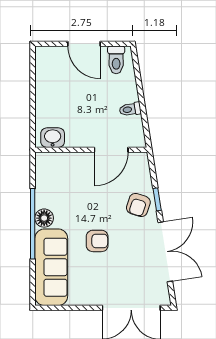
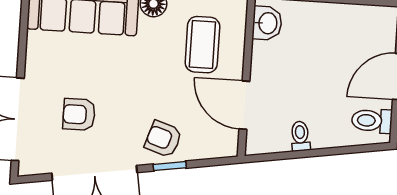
coffee table: (71, 182) -> (202, 45), added
armchair: (97, 241) -> (79, 114), moved, turned 90

